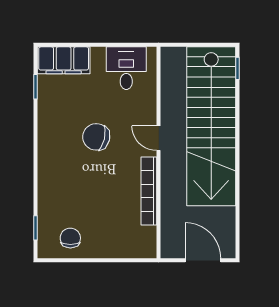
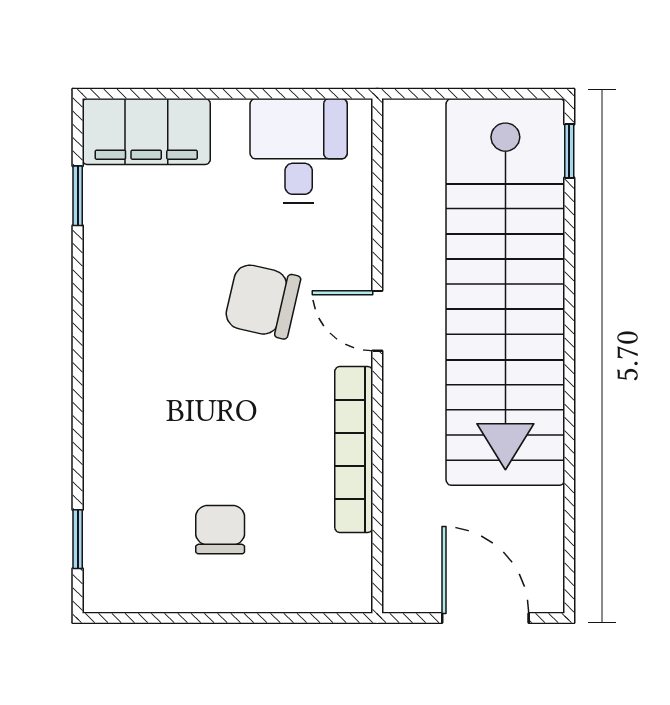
chair: (96, 137) -> (262, 301), moved
chair: (70, 238) -> (220, 530), moved

